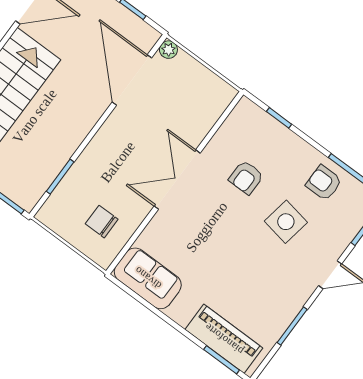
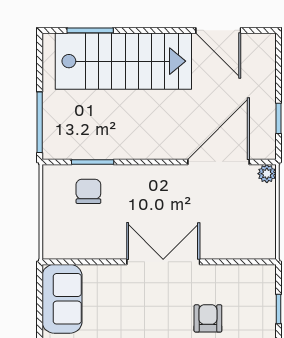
armchair: (246, 177) -> (208, 318), turned 90
chair: (102, 222) -> (88, 191), moved

